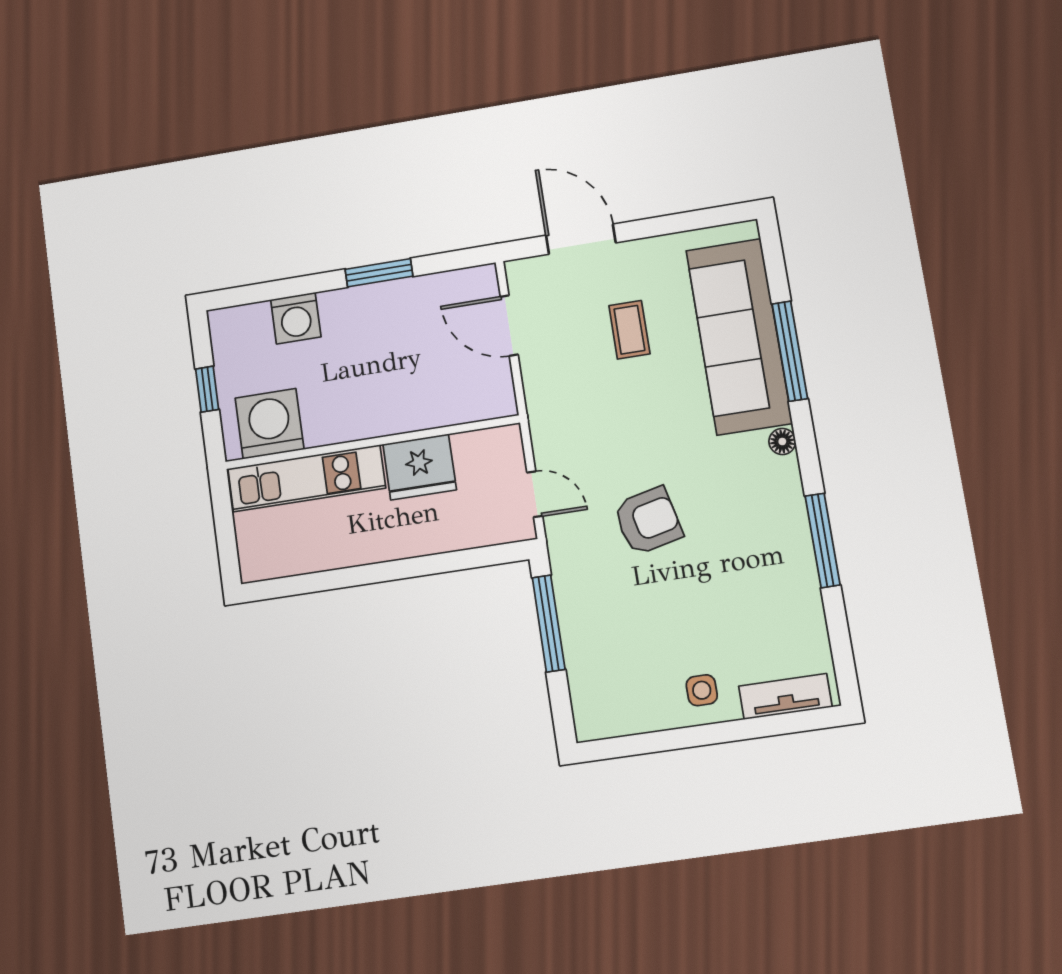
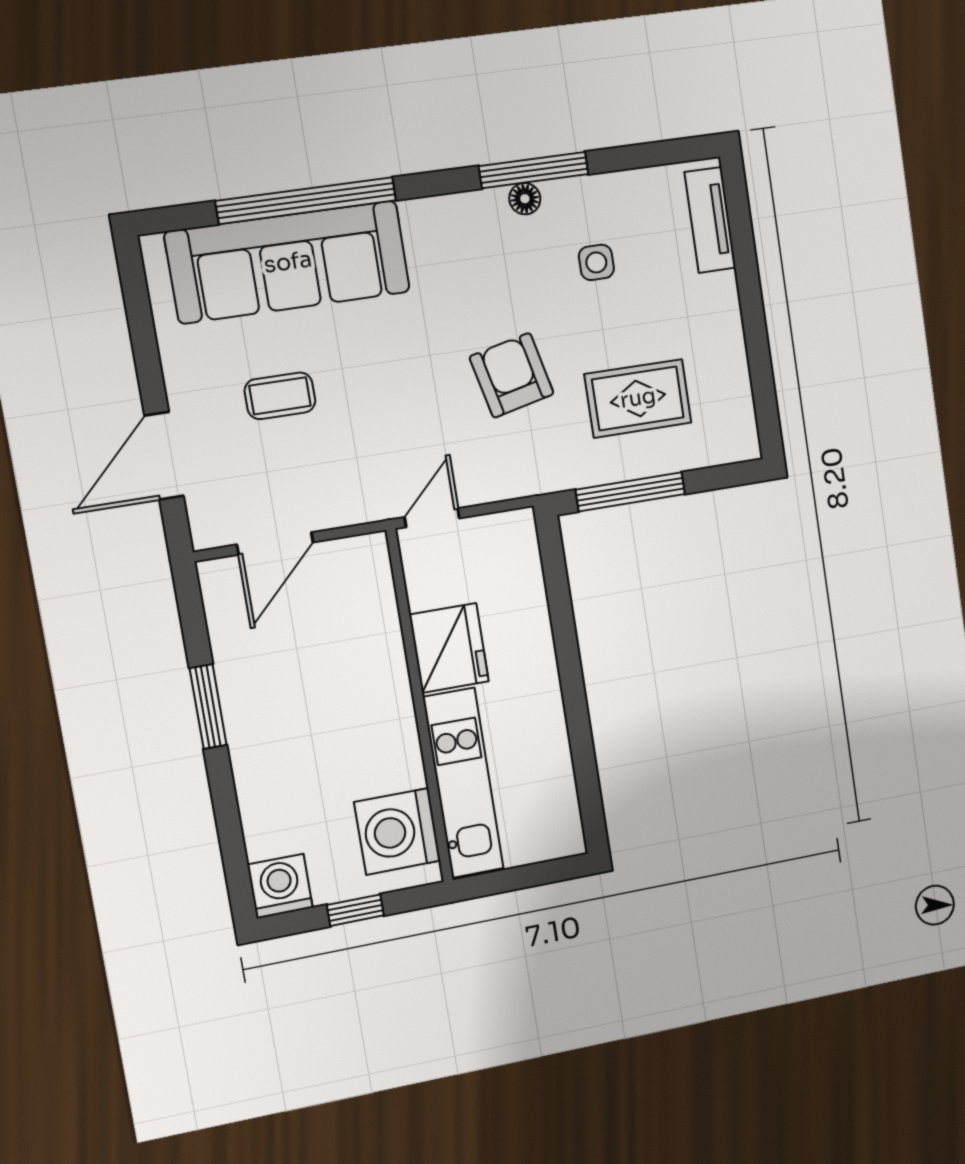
washing machine: (296, 318) -> (280, 886), moved, turned -90
window: (790, 351) -> (306, 201), width x1.46
floor lamp: (782, 441) -> (525, 199), moved
door: (535, 494) -> (432, 518), moved
rug: (629, 631) -> (638, 398), added
side table: (702, 690) -> (596, 262), moved

